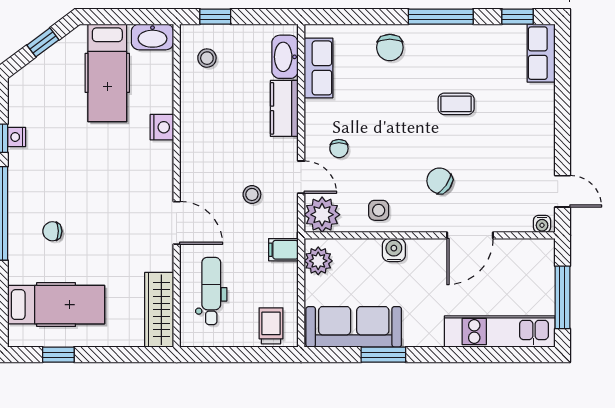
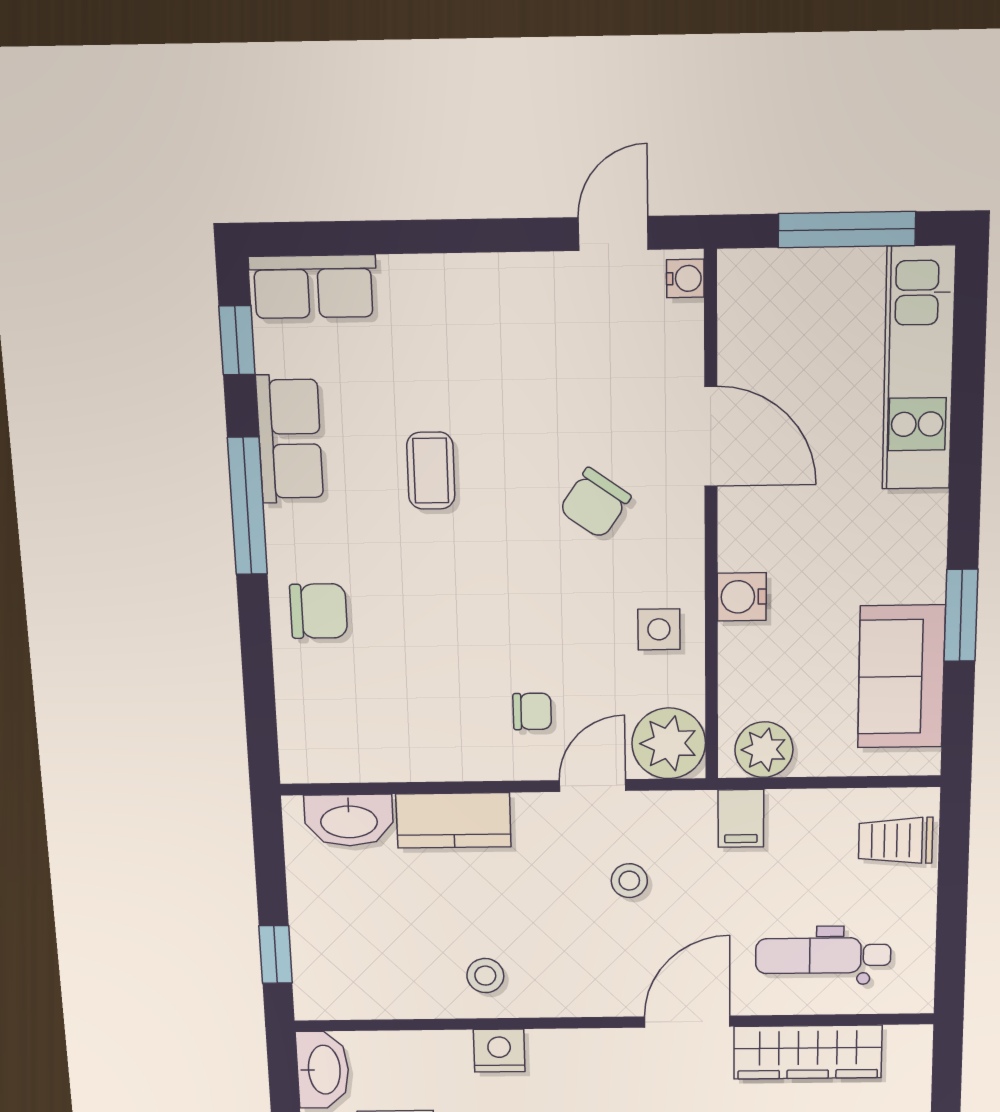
stool: (207, 58) -> (485, 976), moved
row of seats: (319, 68) -> (290, 439), moved, turned 90
wardrobe: (159, 310) -> (808, 1052), moved
sofa: (354, 327) -> (901, 677), width x0.73

